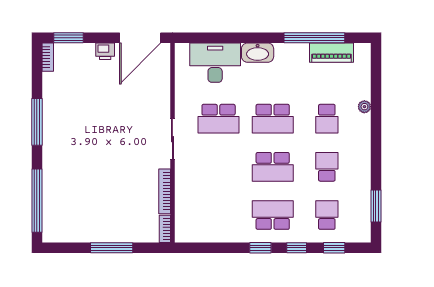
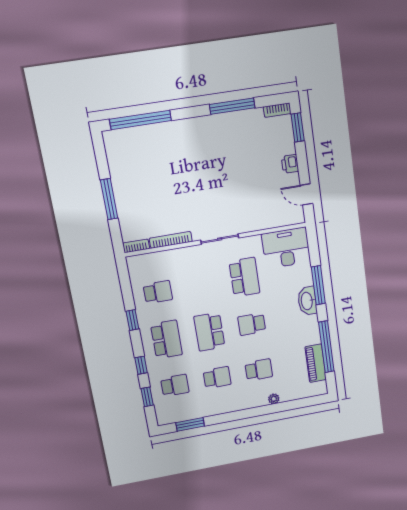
door: (140, 38) -> (306, 194), width x0.53
window: (242, 38) -> (318, 285), added
desk: (215, 63) -> (286, 248), moved, turned -90
school desk: (219, 119) -> (244, 277), turned 180
school desk: (273, 119) -> (252, 324), width x0.54
school desk: (327, 119) -> (259, 370), turned 180
window: (37, 122) -> (232, 106), moved
school desk: (219, 215) -> (158, 292), added
window: (260, 248) -> (132, 320), moved

